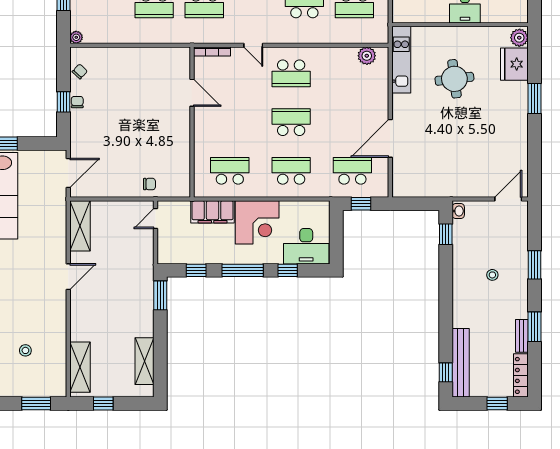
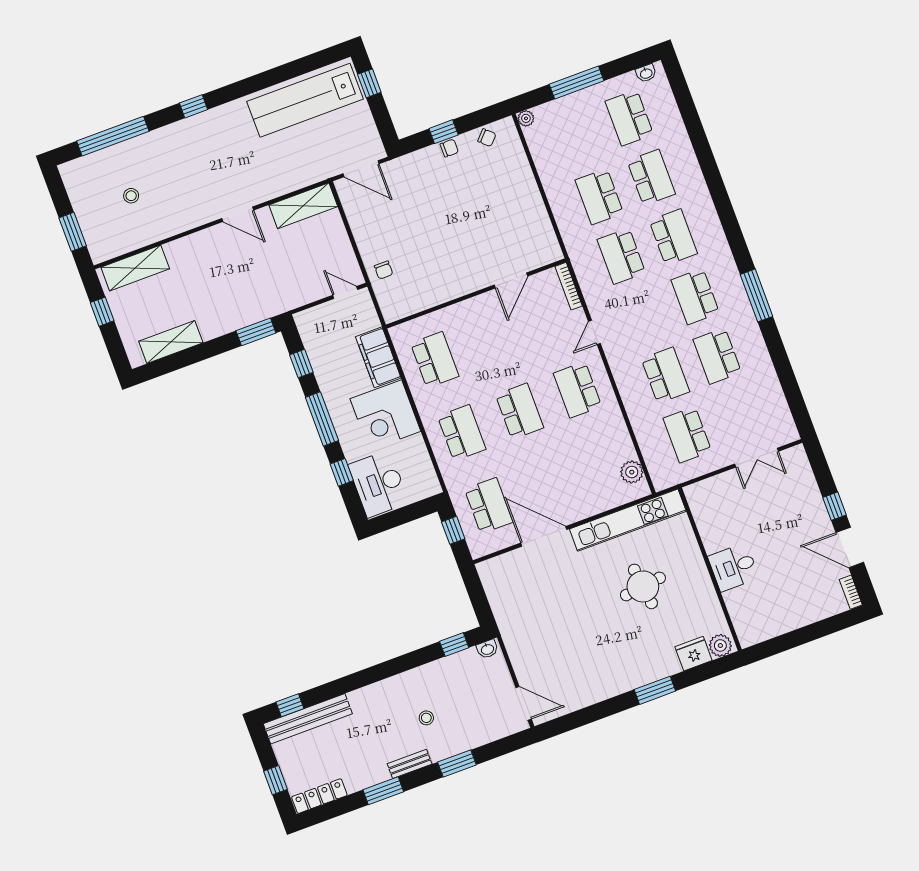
kitchen unit: (401, 60) -> (628, 520), width x1.36
fridge: (514, 64) -> (693, 654), width x0.73, depth x0.75
bench: (522, 336) -> (410, 764), moved

